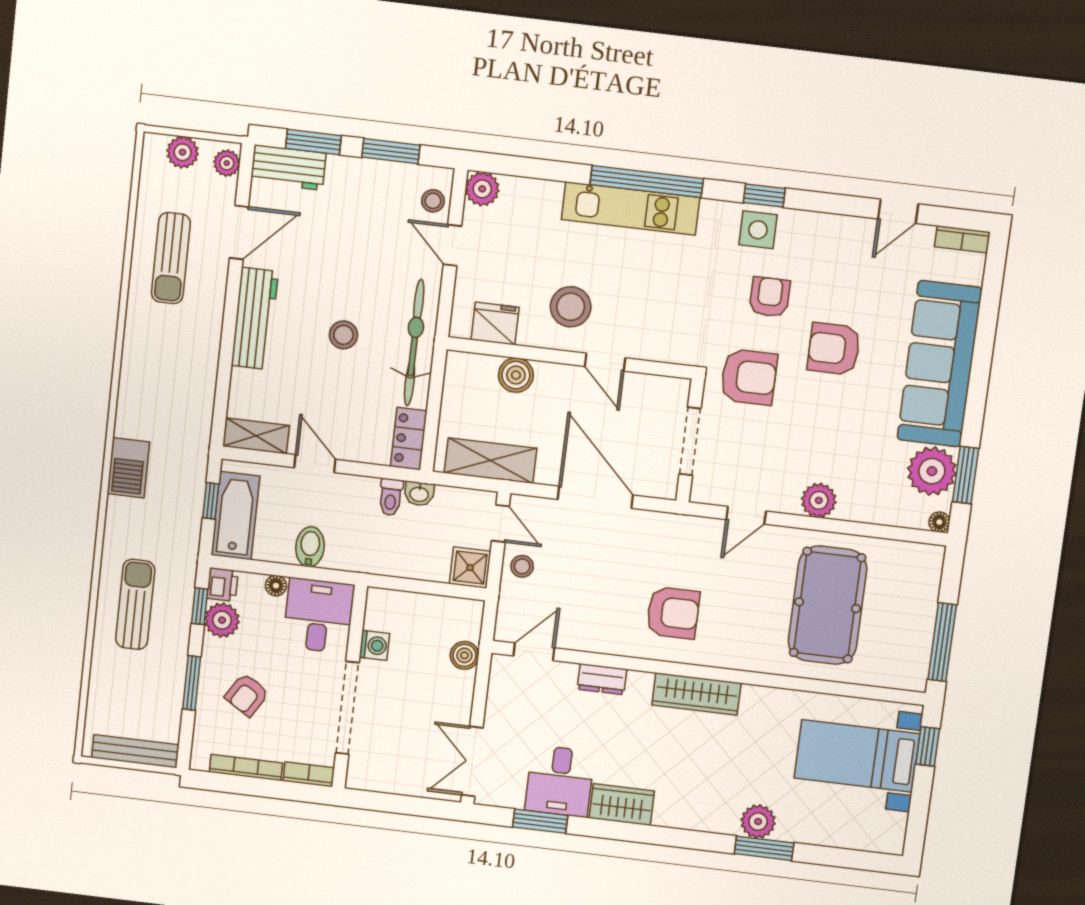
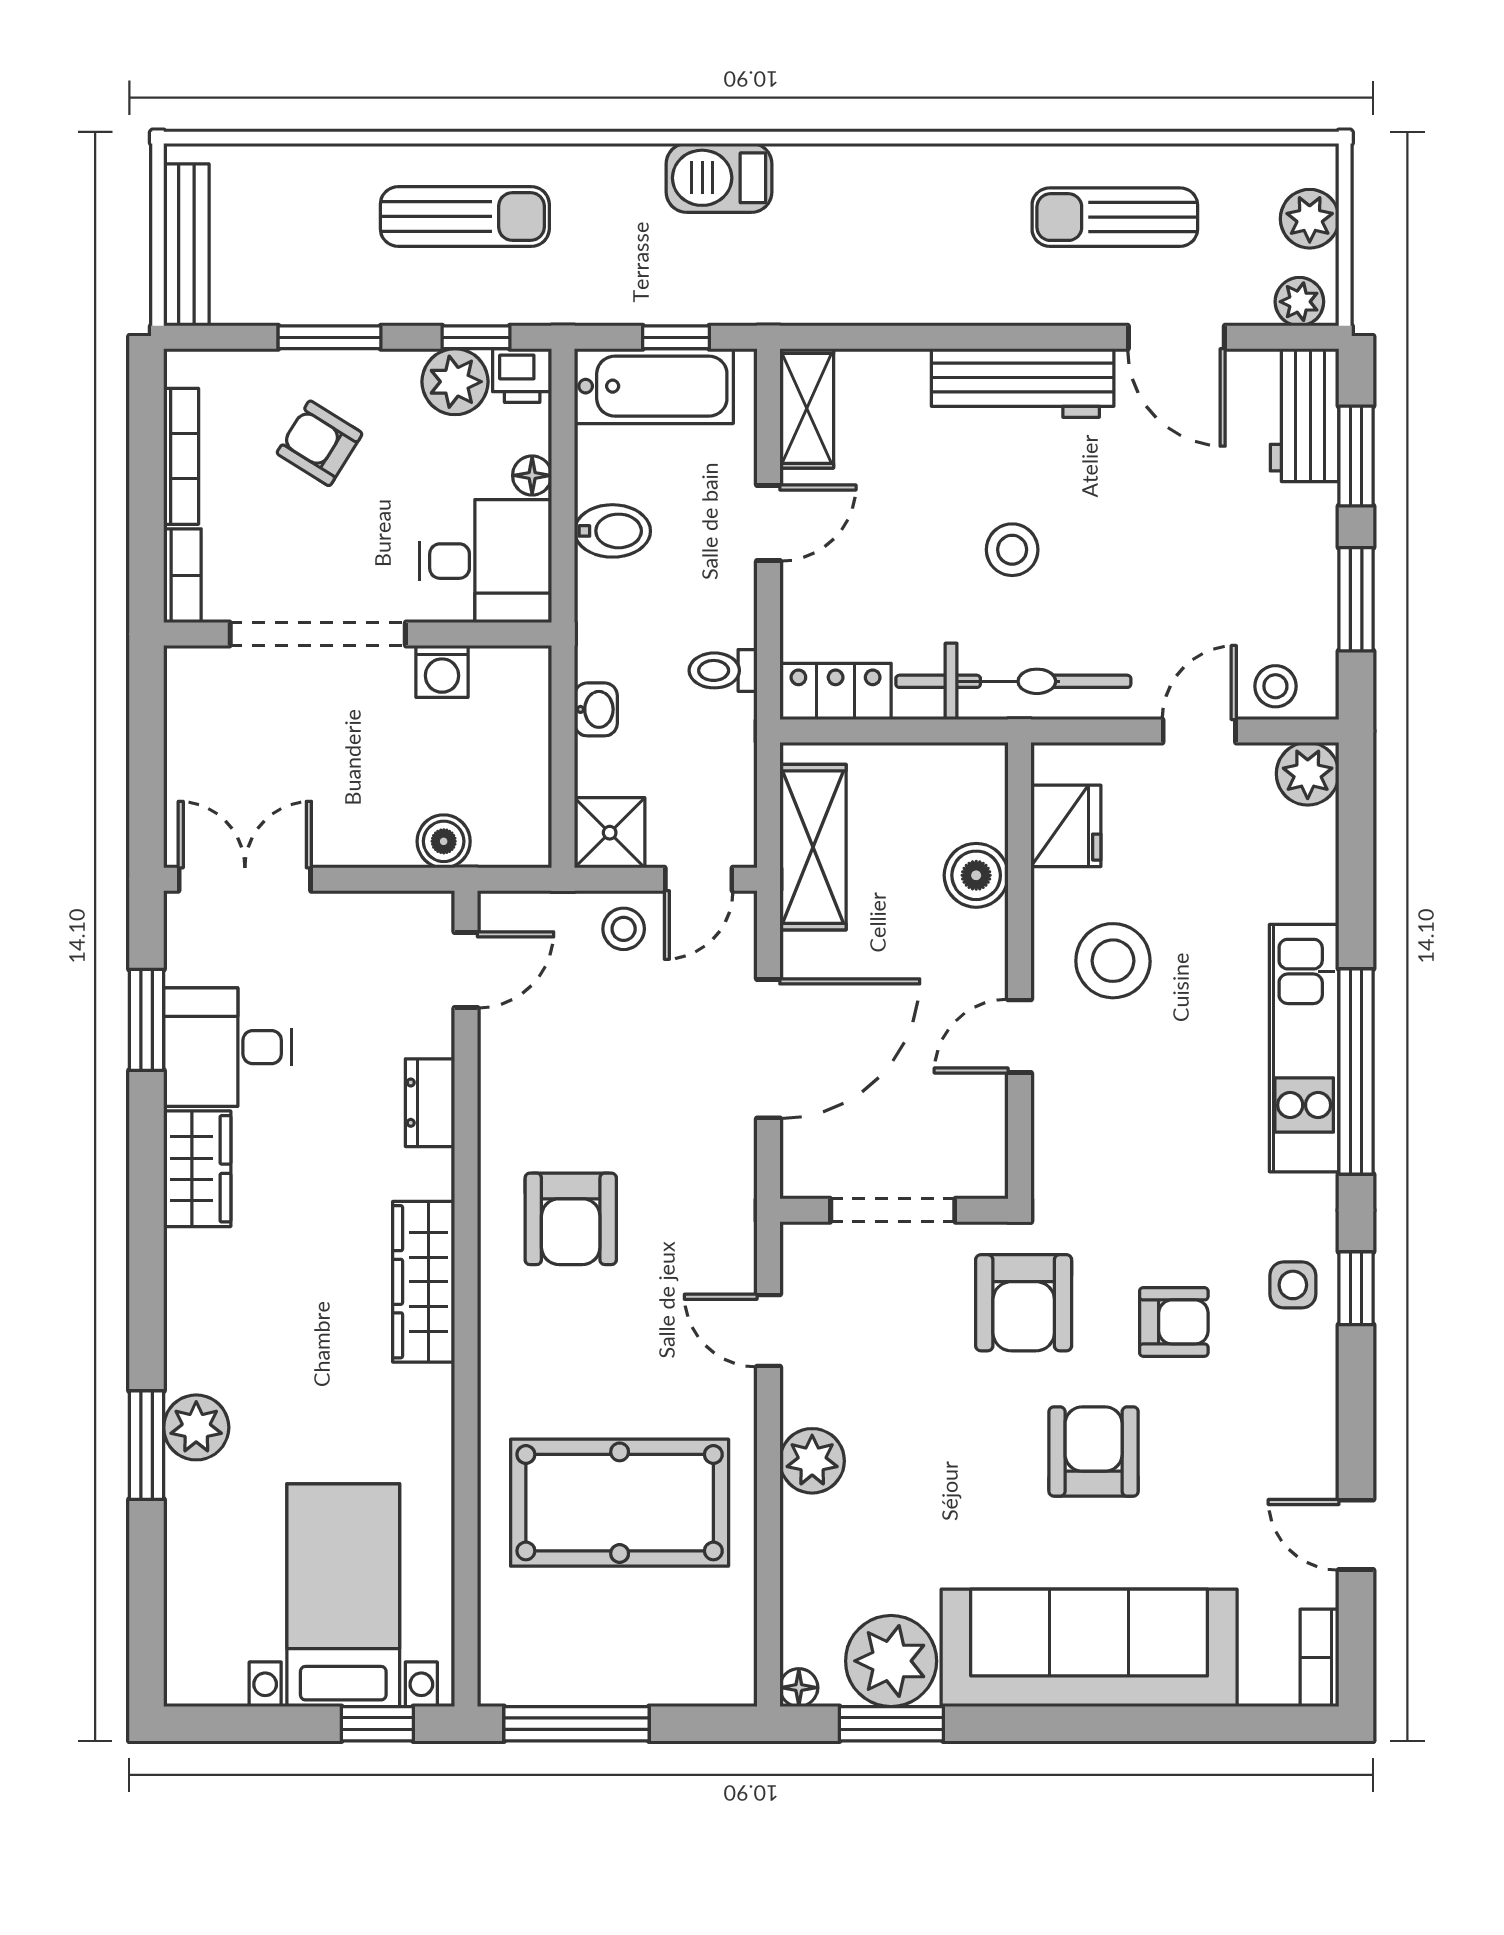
side table: (758, 230) -> (1293, 1285), width x0.73, depth x0.73
washbasin: (419, 494) -> (596, 709), moved, turned 180
door: (534, 652) -> (466, 970), hinge flipped

